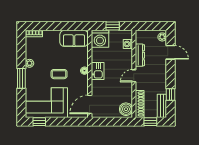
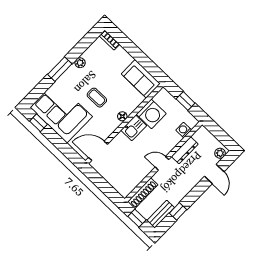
washing machine: (100, 39) -> (151, 114), moved, turned -90
boiler: (126, 109) -> (126, 186), removed

